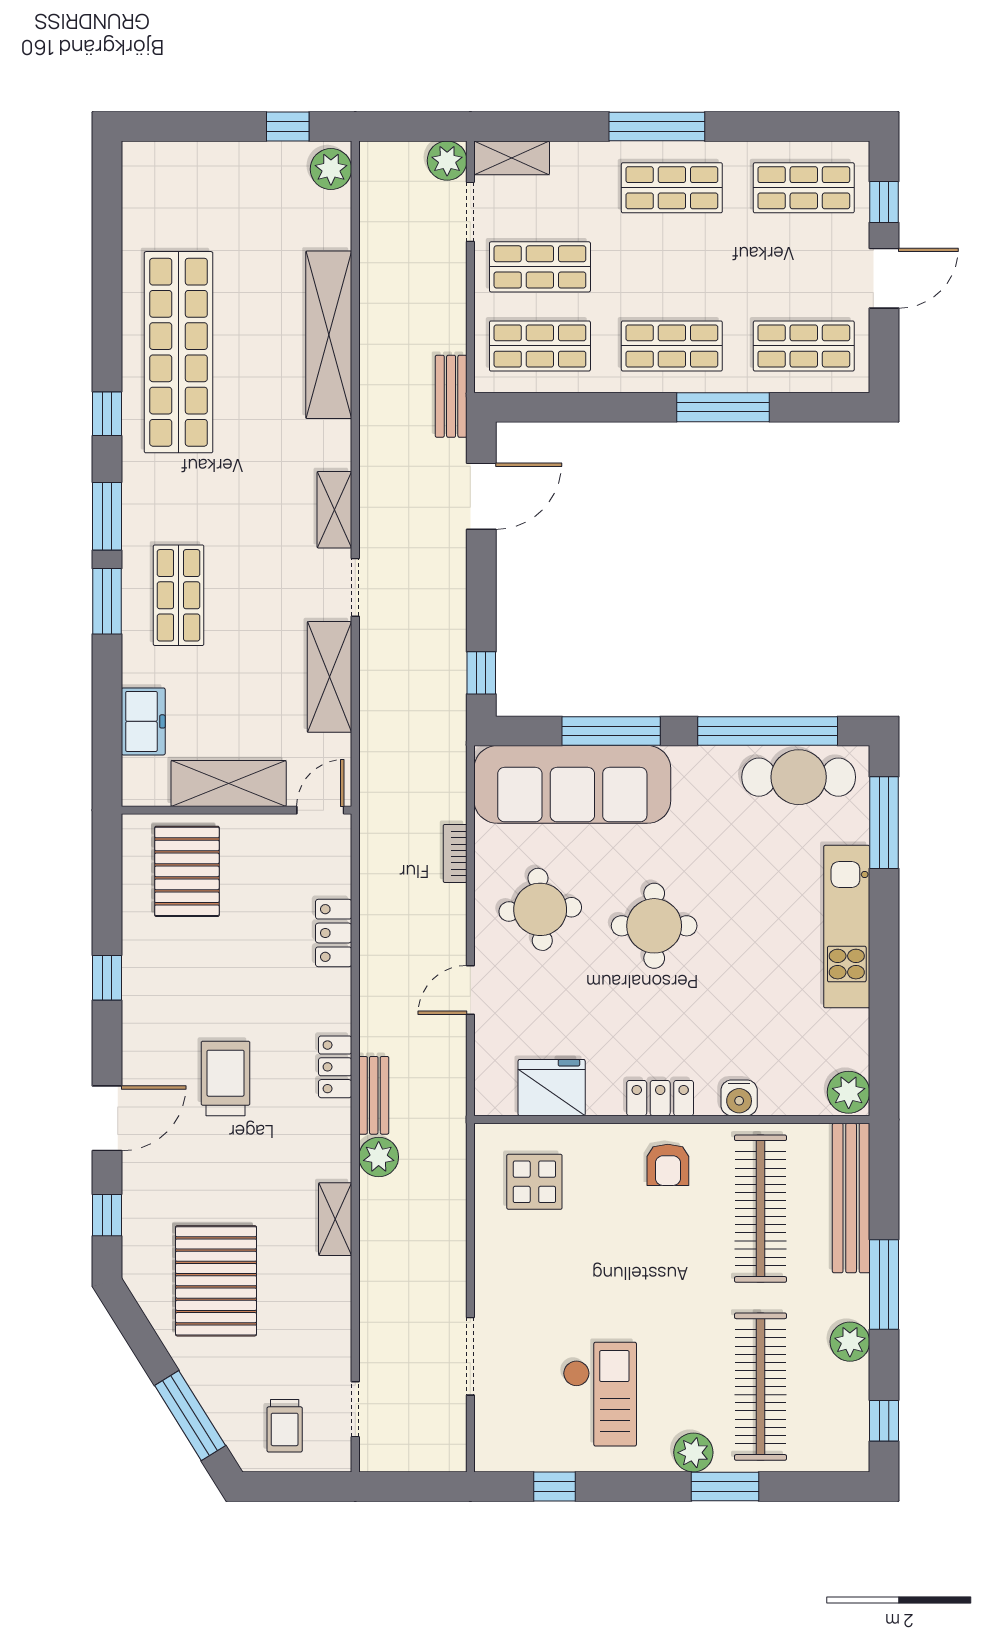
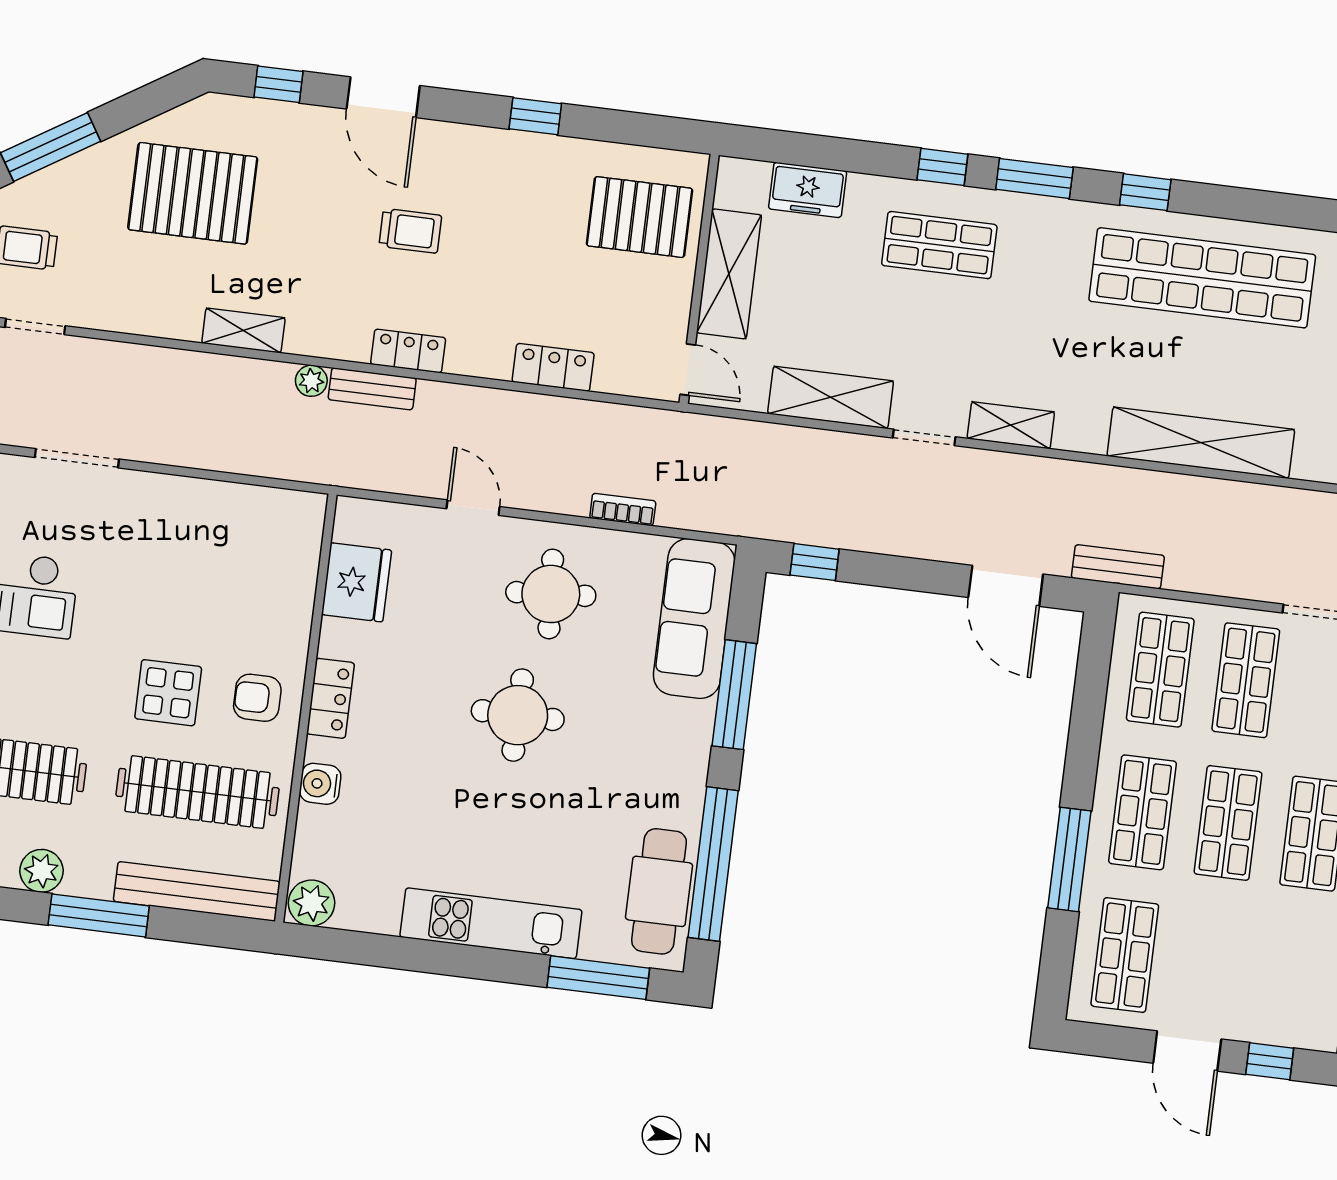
shop shelf: (804, 188) -> (1228, 823), moved
window: (107, 601) -> (942, 167), width x0.67
sofa: (572, 784) -> (694, 619), width x0.74, depth x0.79
trolley: (226, 1078) -> (410, 231), width x0.73, depth x0.72
plant: (379, 1157) -> (311, 381), width x0.73, depth x0.73
display table: (534, 1182) -> (168, 693), moved

